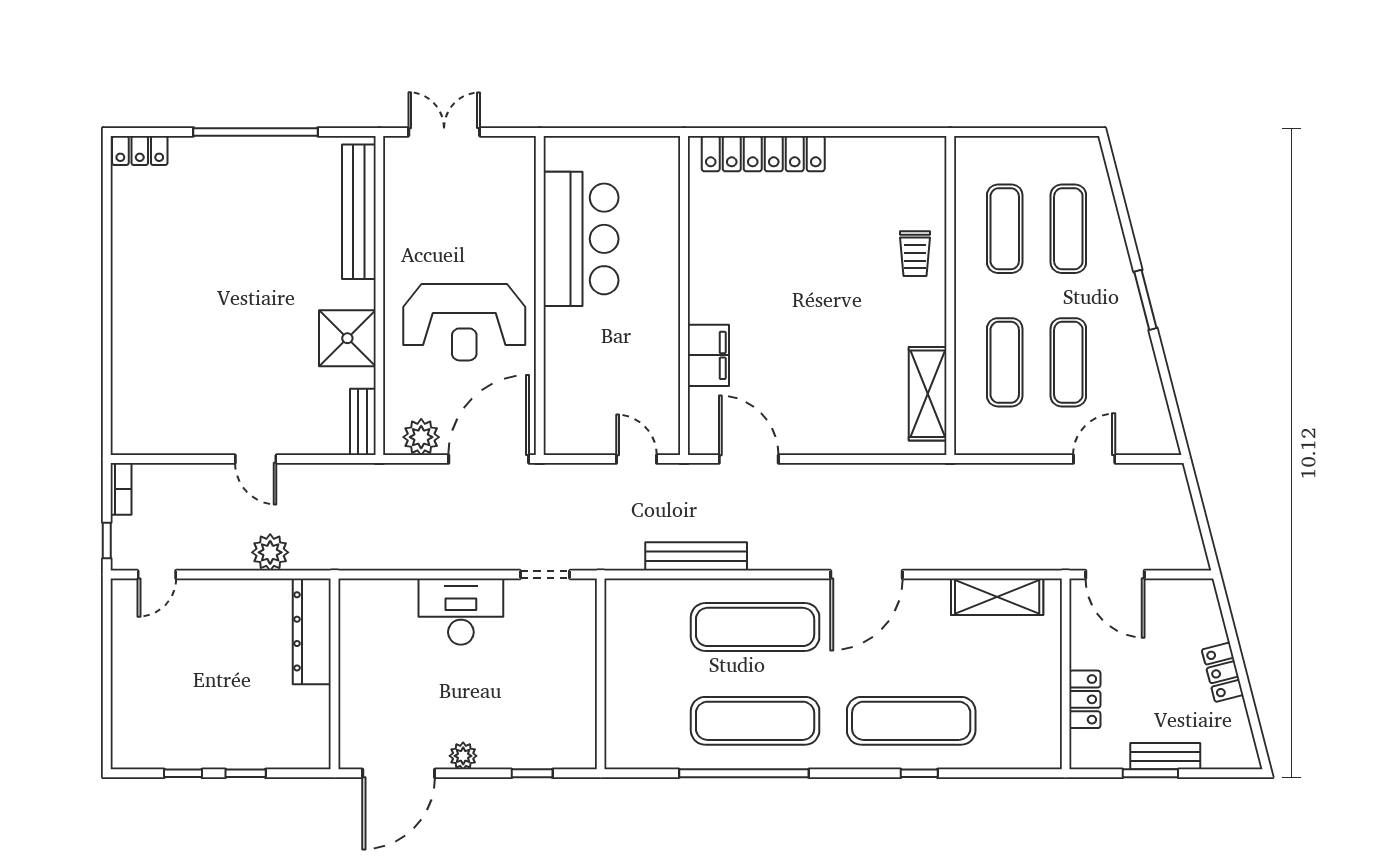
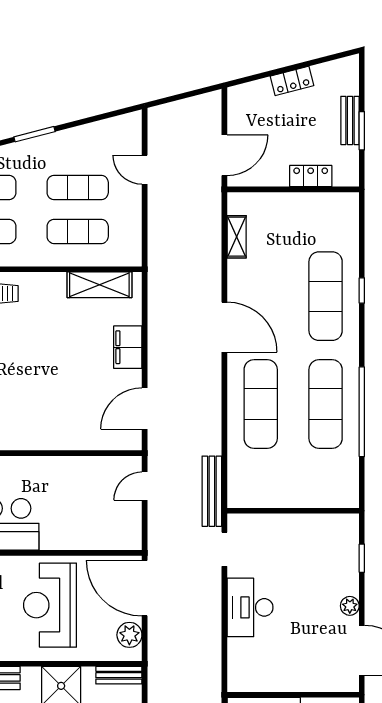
reception desk: (464, 322) -> (50, 605), turned 180
filing cabinet: (708, 355) -> (128, 347), moved, turned -90
bench: (696, 556) -> (212, 491), moved
shelving: (997, 597) -> (237, 237), width x0.67, depth x0.75

